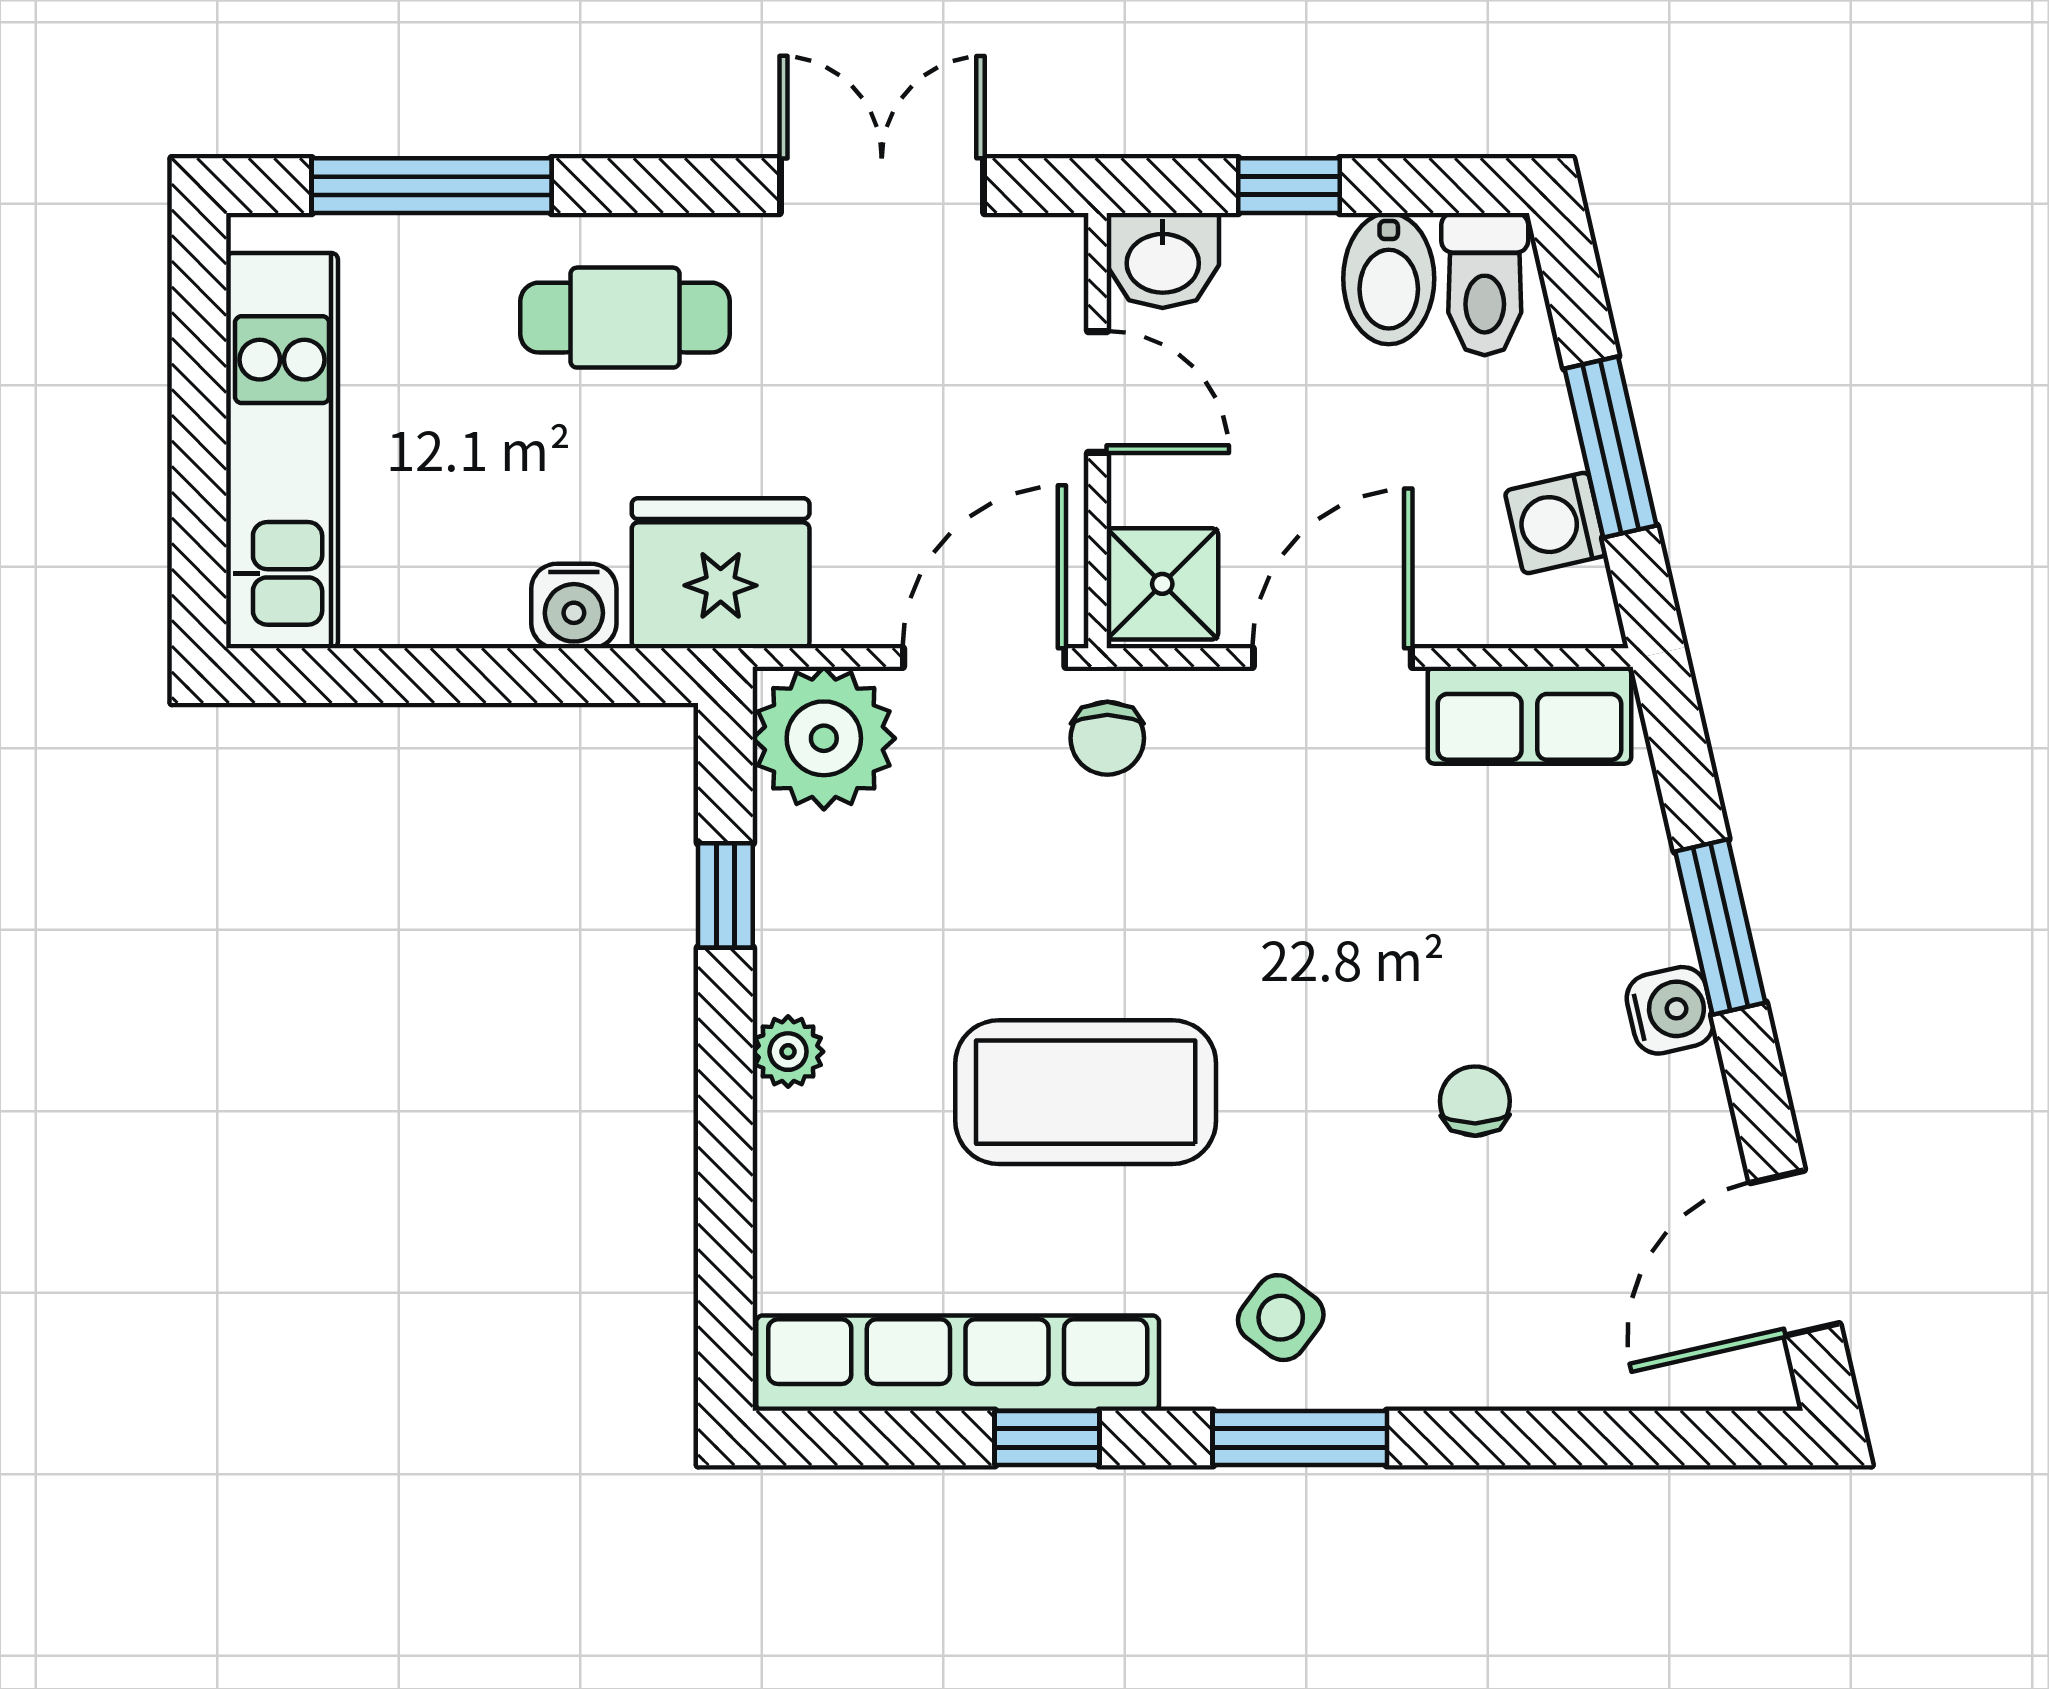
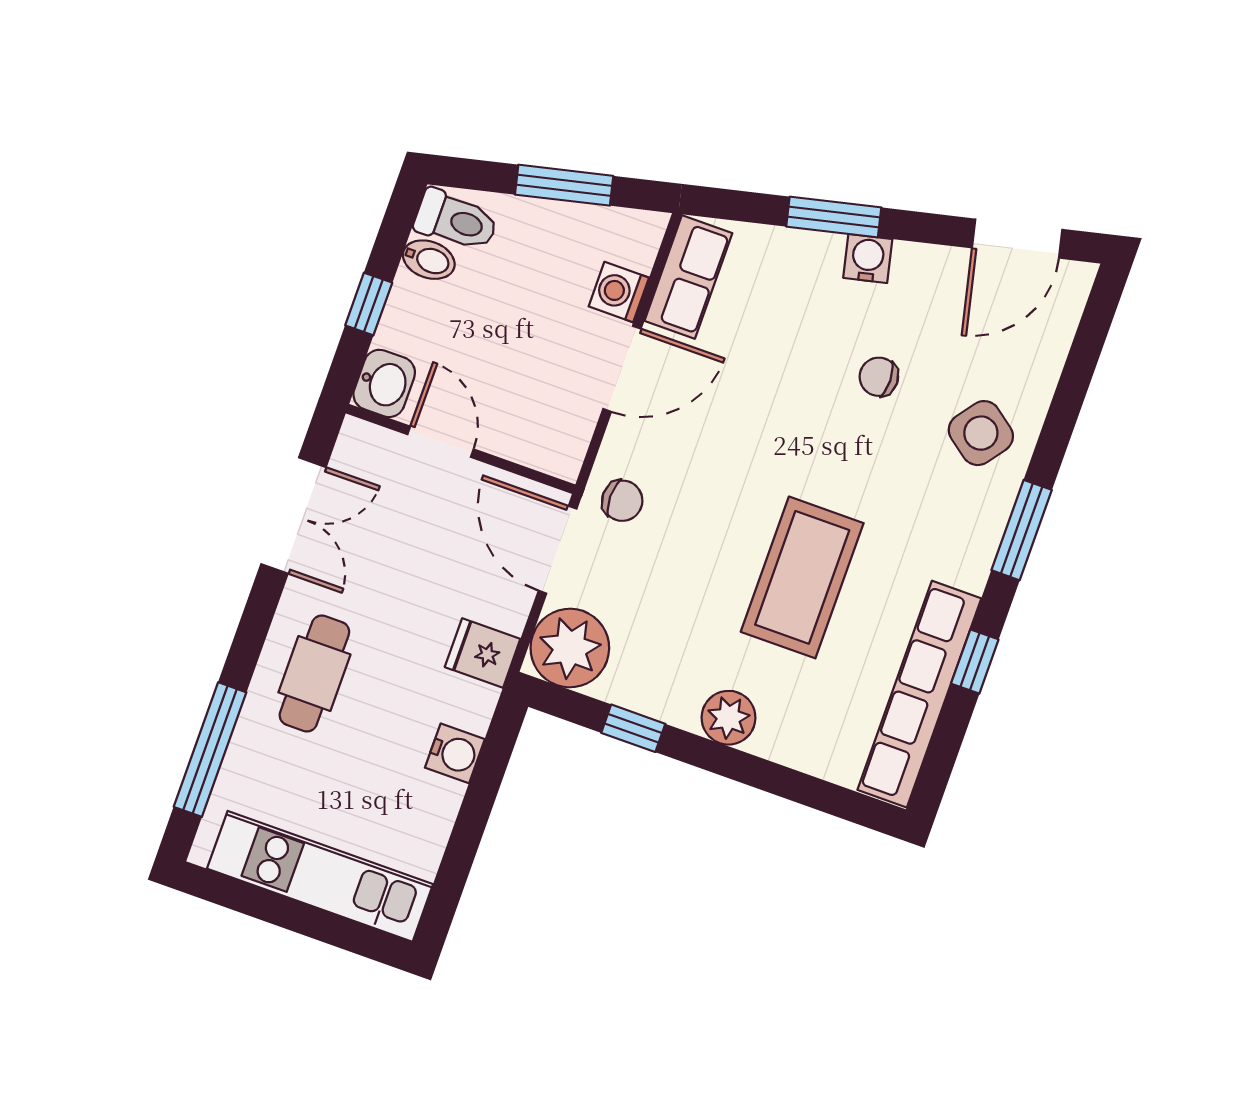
double door: (882, 186) -> (293, 516), swing flipped
bidet: (1389, 279) -> (429, 260), width x0.72, depth x0.74
door: (1097, 392) -> (440, 442), hinge flipped
washing machine: (1556, 523) -> (619, 292), moved, turned 103
fridge: (721, 573) -> (483, 653), width x0.53, depth x0.75
shower: (1162, 584) -> (552, 444), removed
door: (1332, 658) -> (622, 369), swing flipped
plant: (788, 1052) -> (728, 718), width x1.38, depth x1.38
door: (1795, 1253) -> (1017, 239), hinge flipped
side table: (1281, 1318) -> (981, 433), moved, width x1.37, depth x1.37

